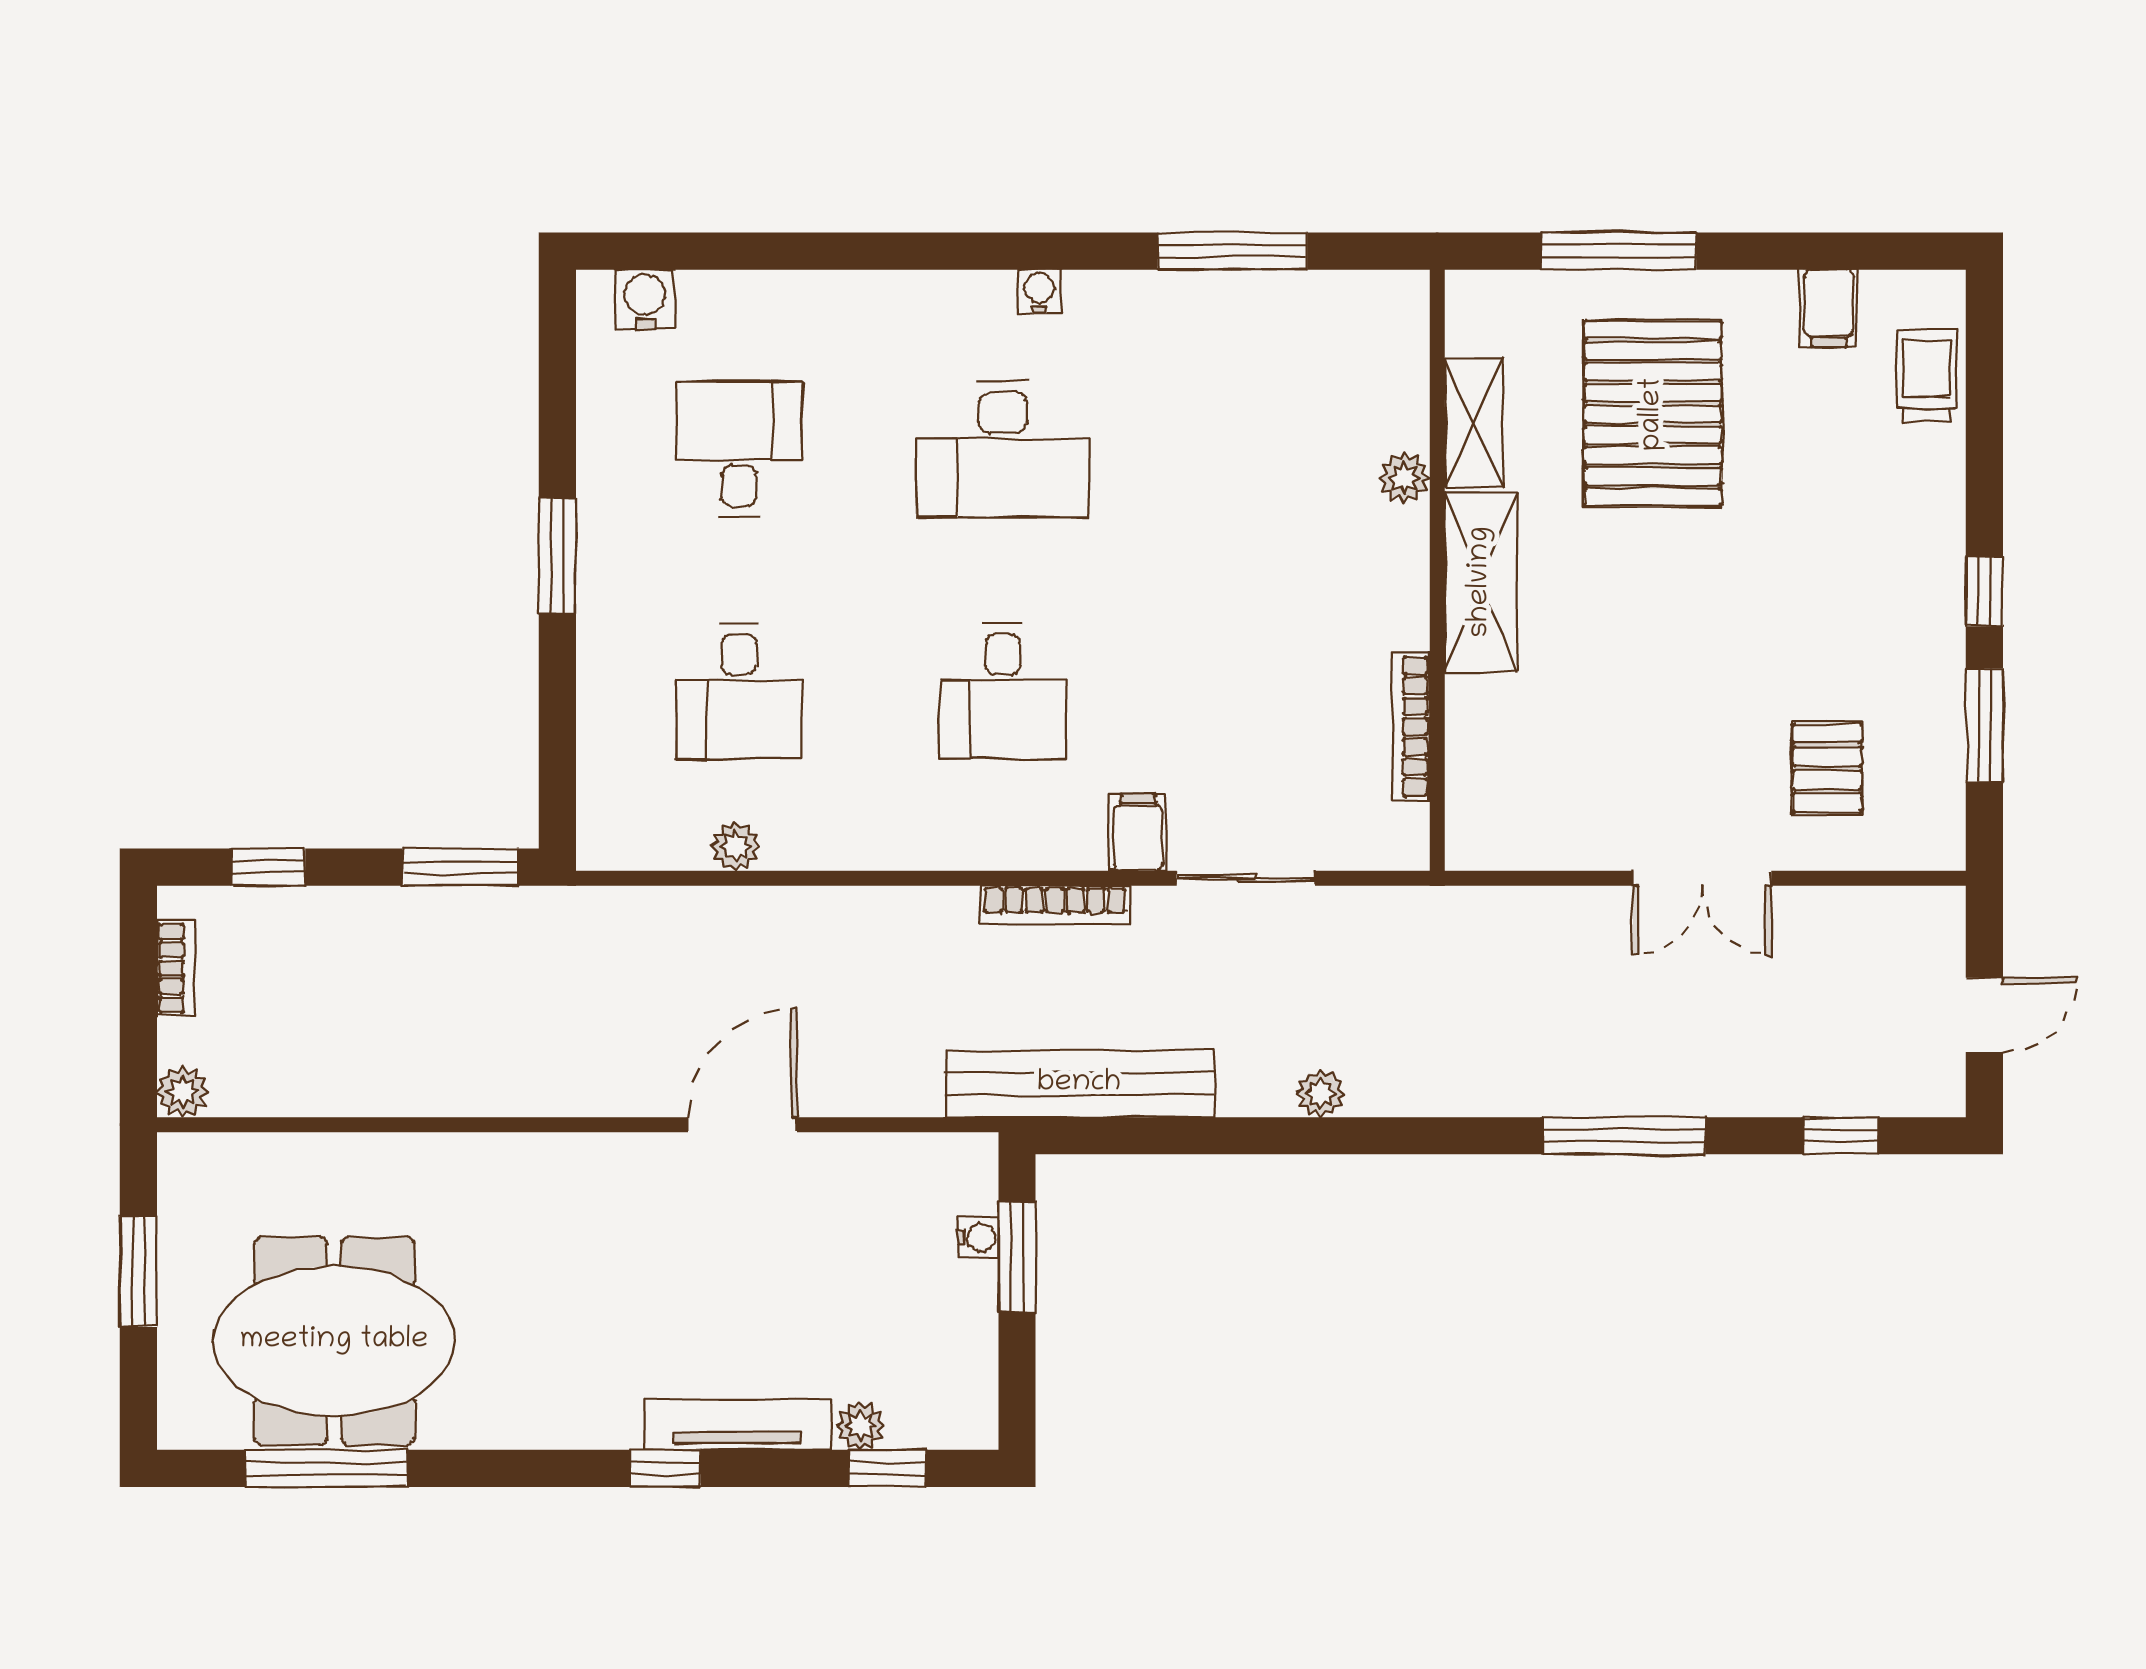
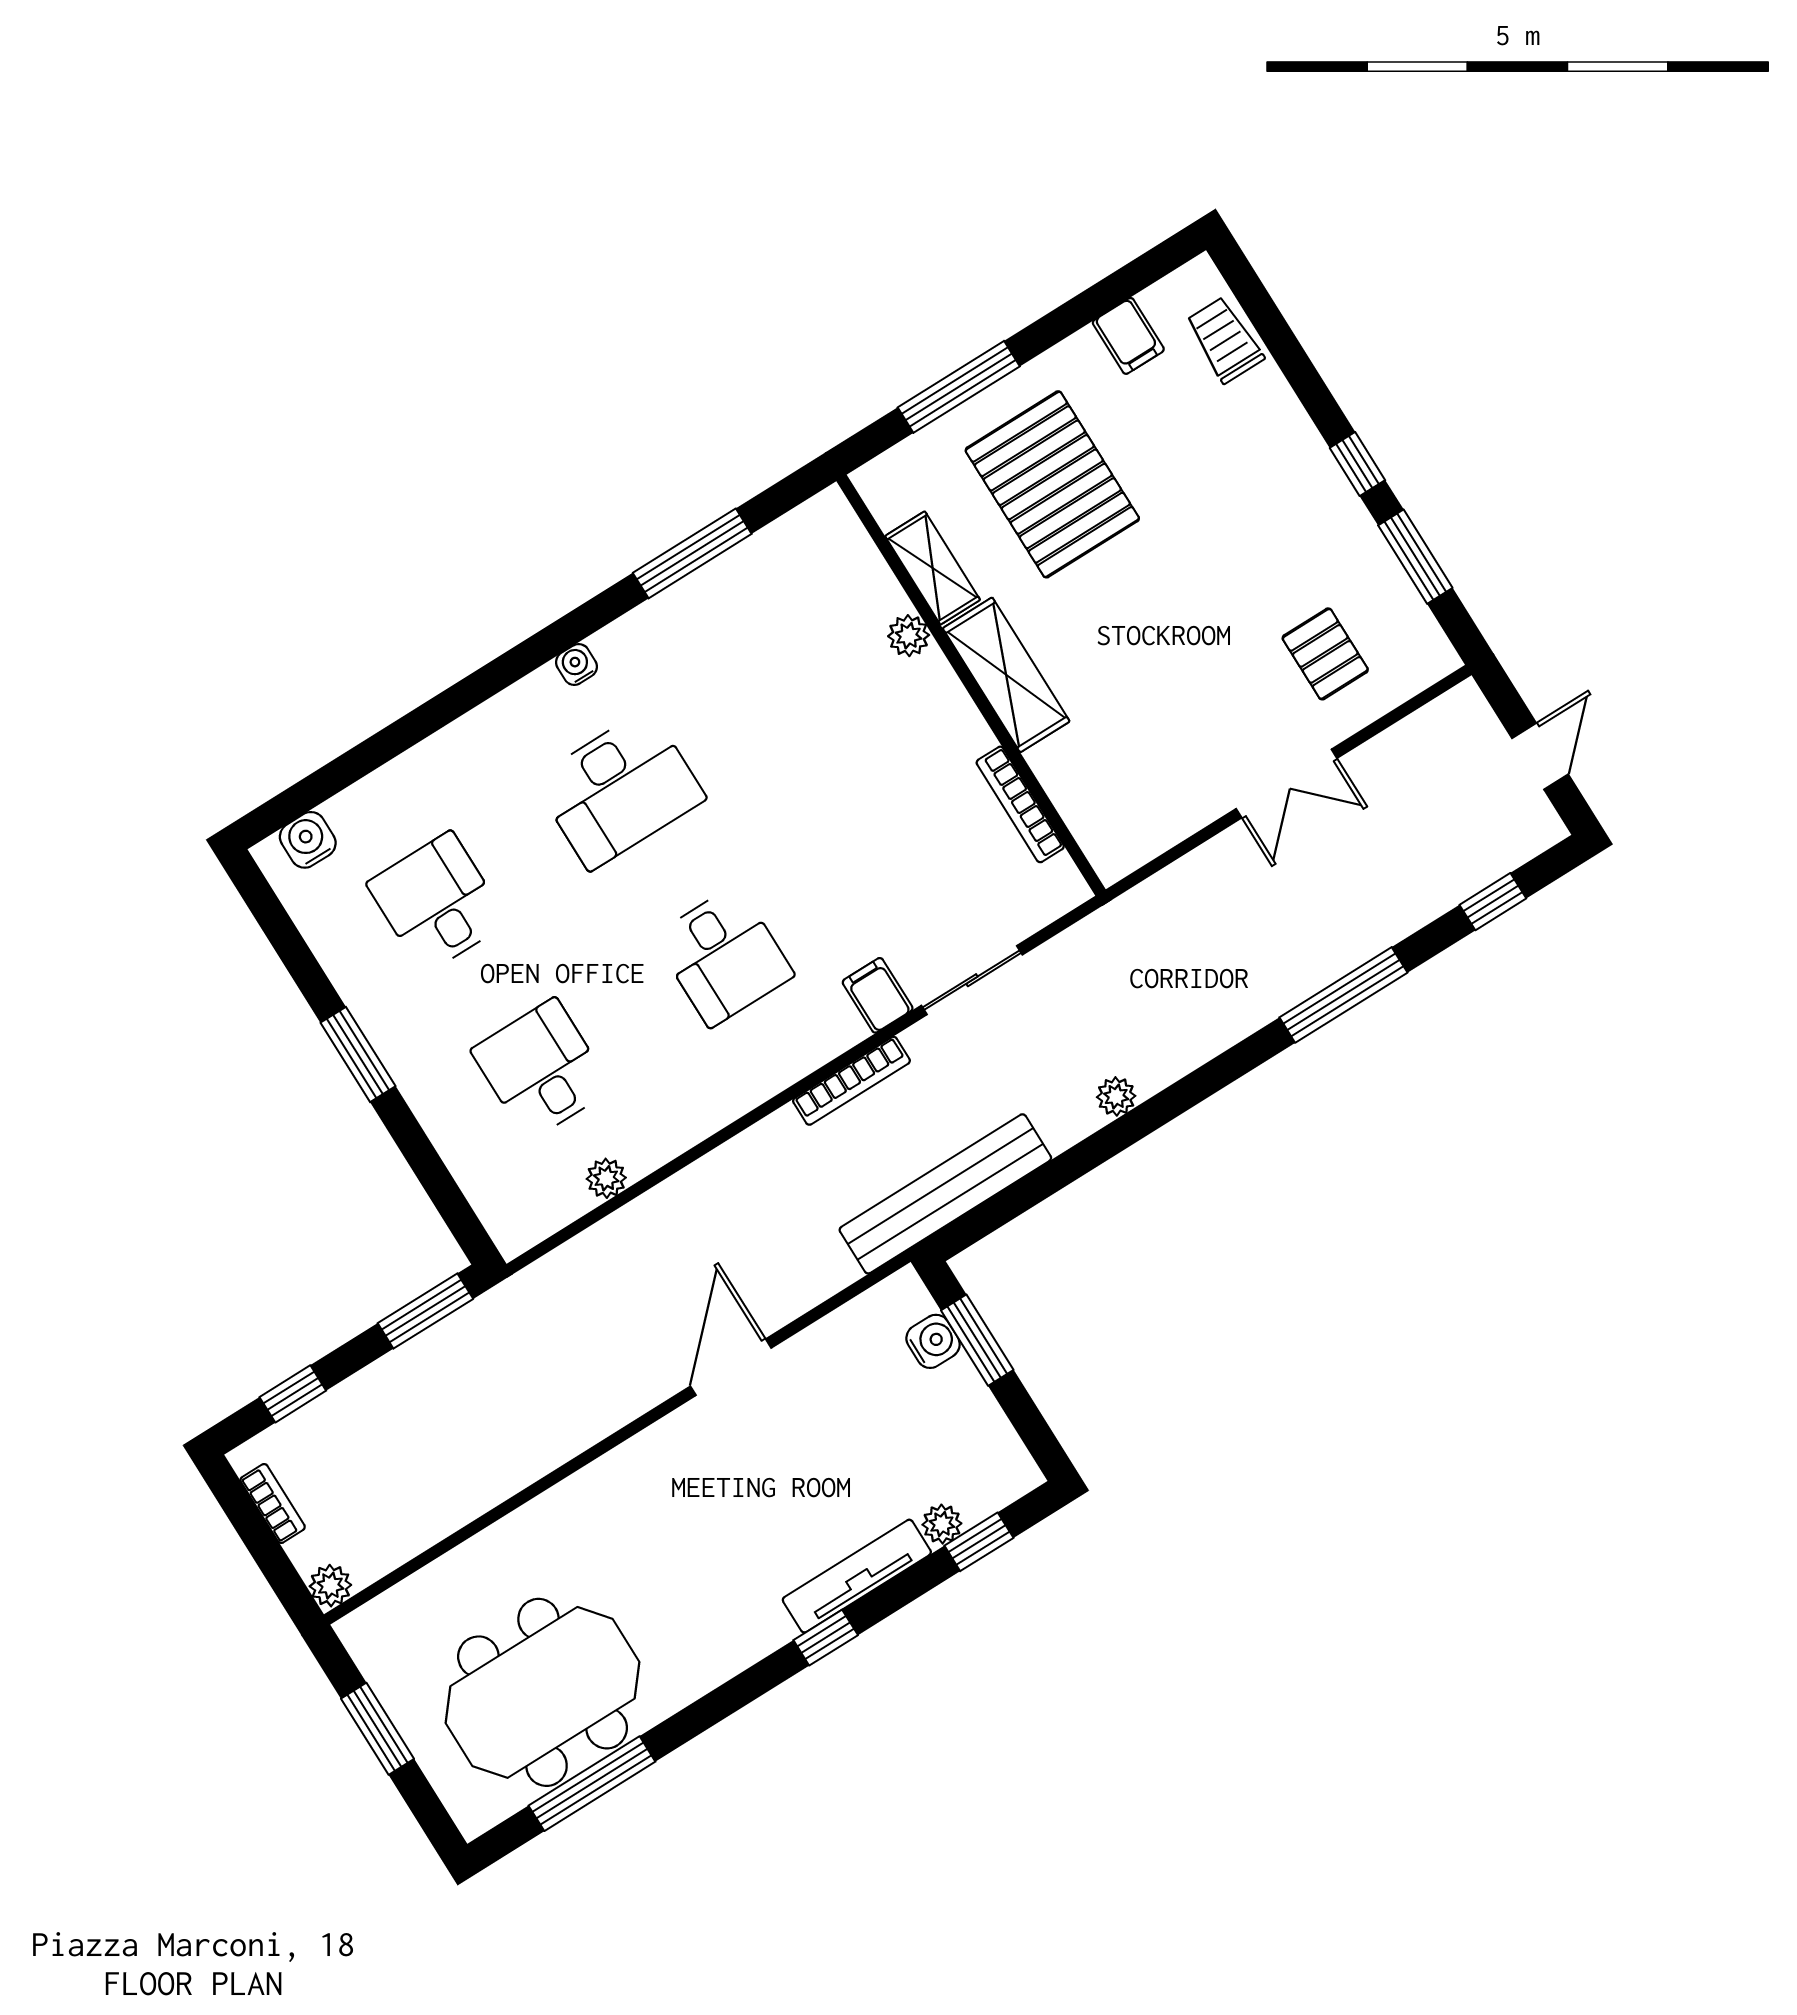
desk: (739, 691) -> (542, 1070), turned 180
water cooler: (978, 1237) -> (933, 1341), width x1.38, depth x1.38

